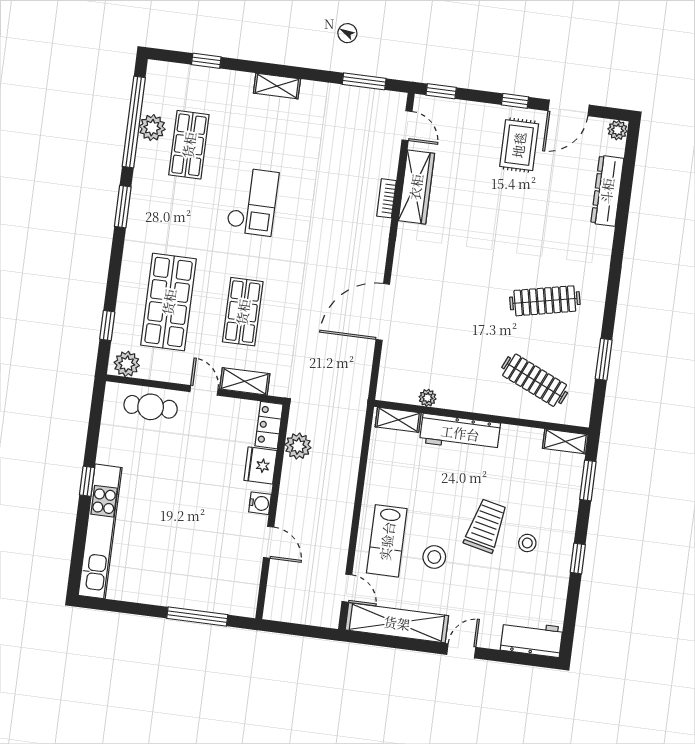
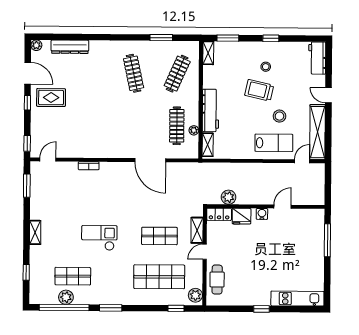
wardrobe: (416, 187) -> (81, 150), removed
clothes rail: (440, 368) -> (177, 126), added
kitchen unit: (100, 531) -> (297, 299), width x0.73

